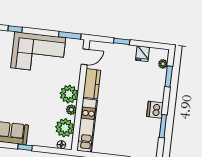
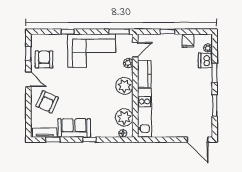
window: (169, 76) -> (215, 73), moved
plant: (71, 110) -> (128, 63), moved
dishwasher: (155, 110) -> (205, 61), moved

